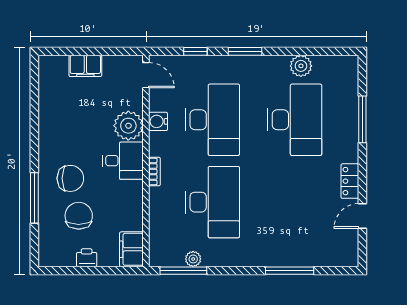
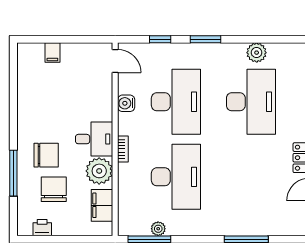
filing cabinet: (85, 66) -> (52, 53), width x0.50
plant: (128, 126) -> (99, 171), moved
filing cabinet: (131, 249) -> (102, 205), moved
printer: (87, 258) -> (42, 228), moved

